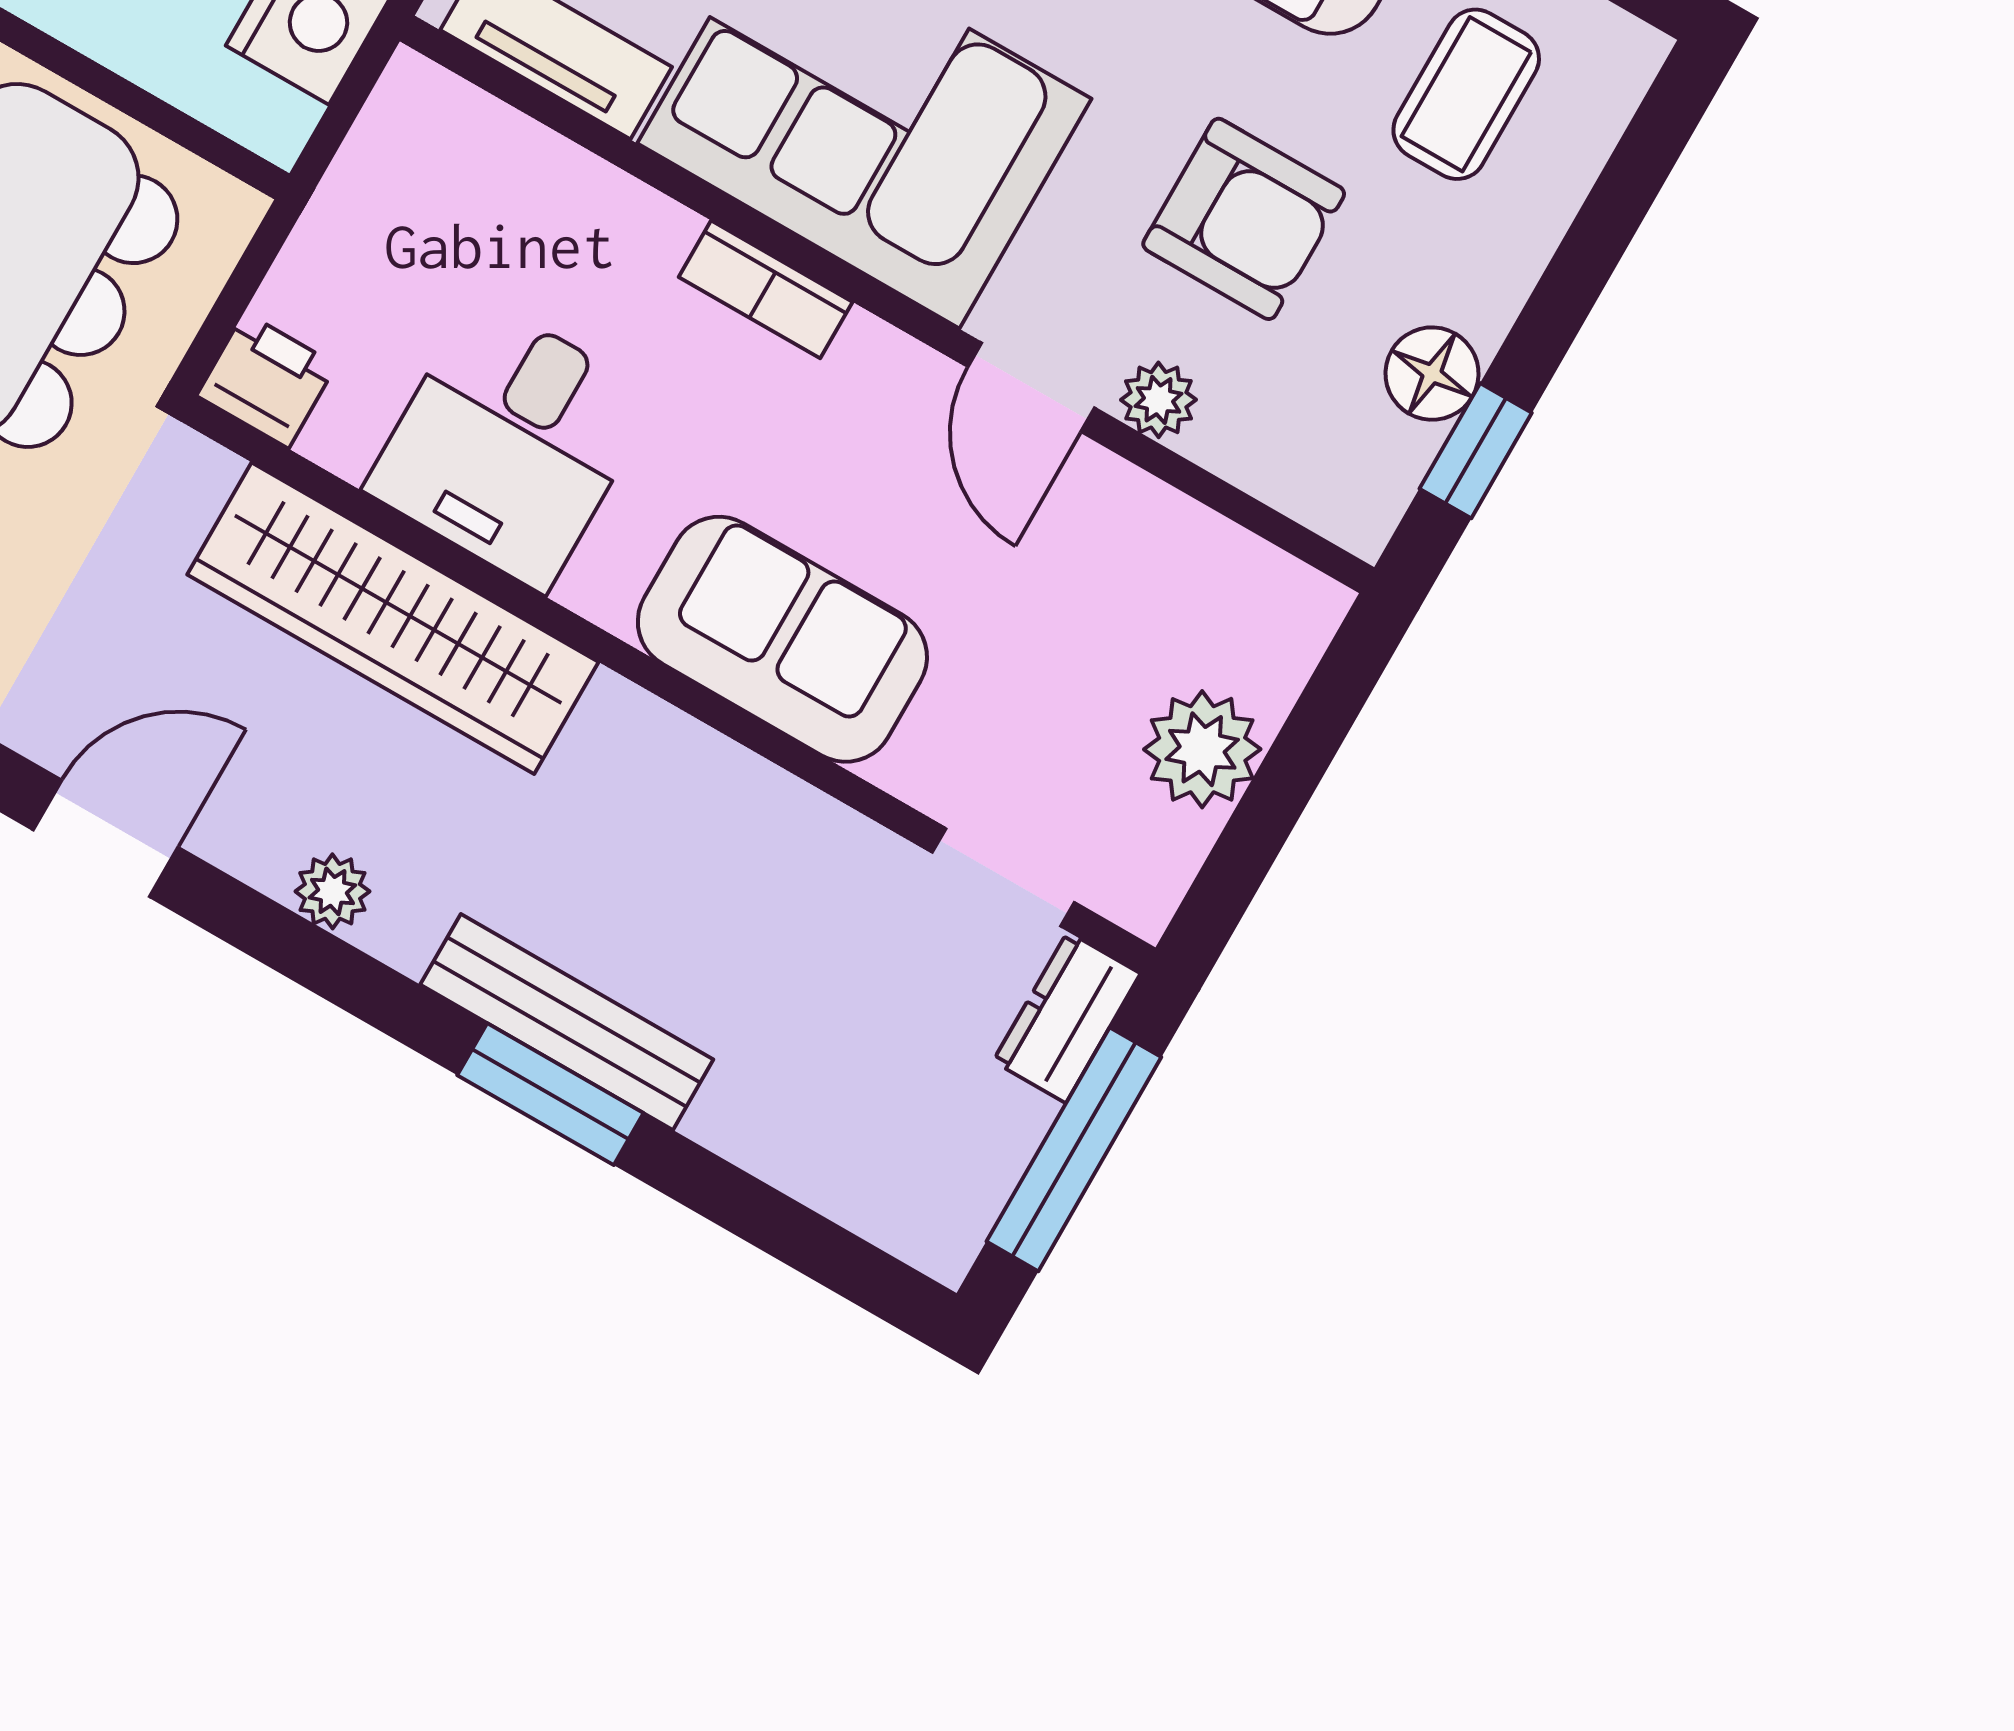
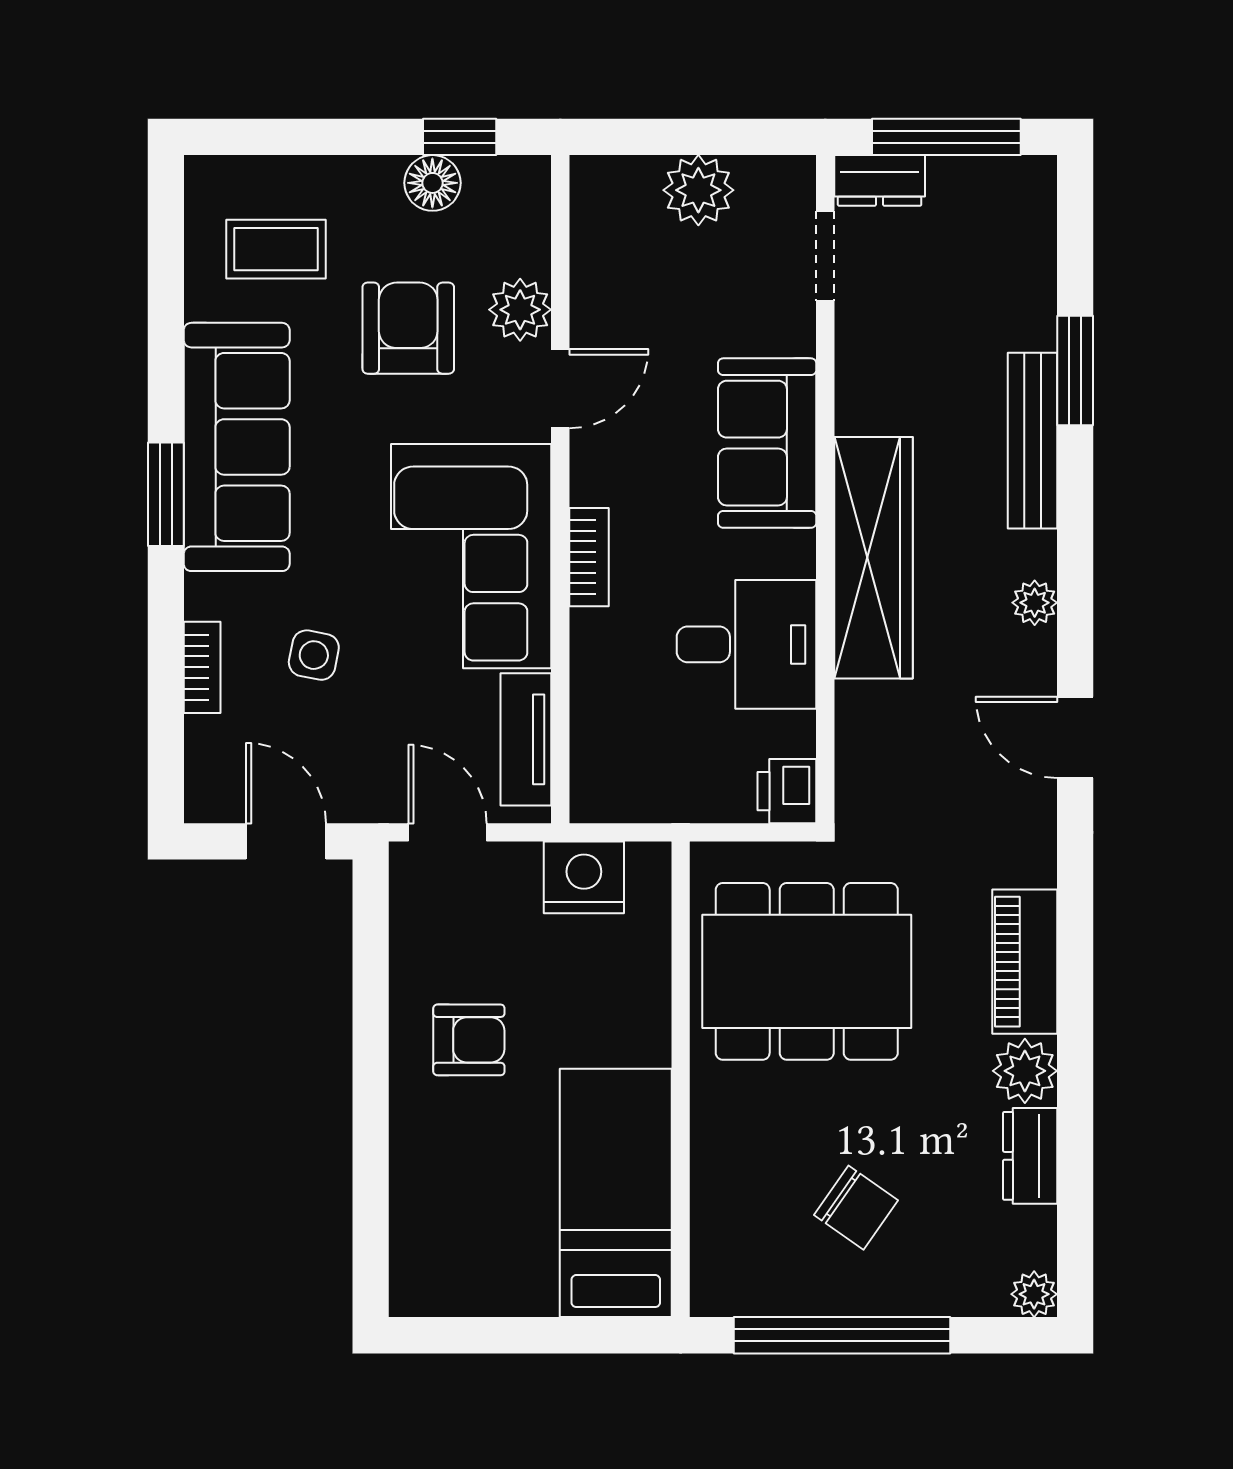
plant: (1158, 400) -> (520, 310), width x1.38, depth x1.38
wardrobe: (393, 618) -> (873, 558), moved
window: (550, 1094) -> (1075, 371), moved

